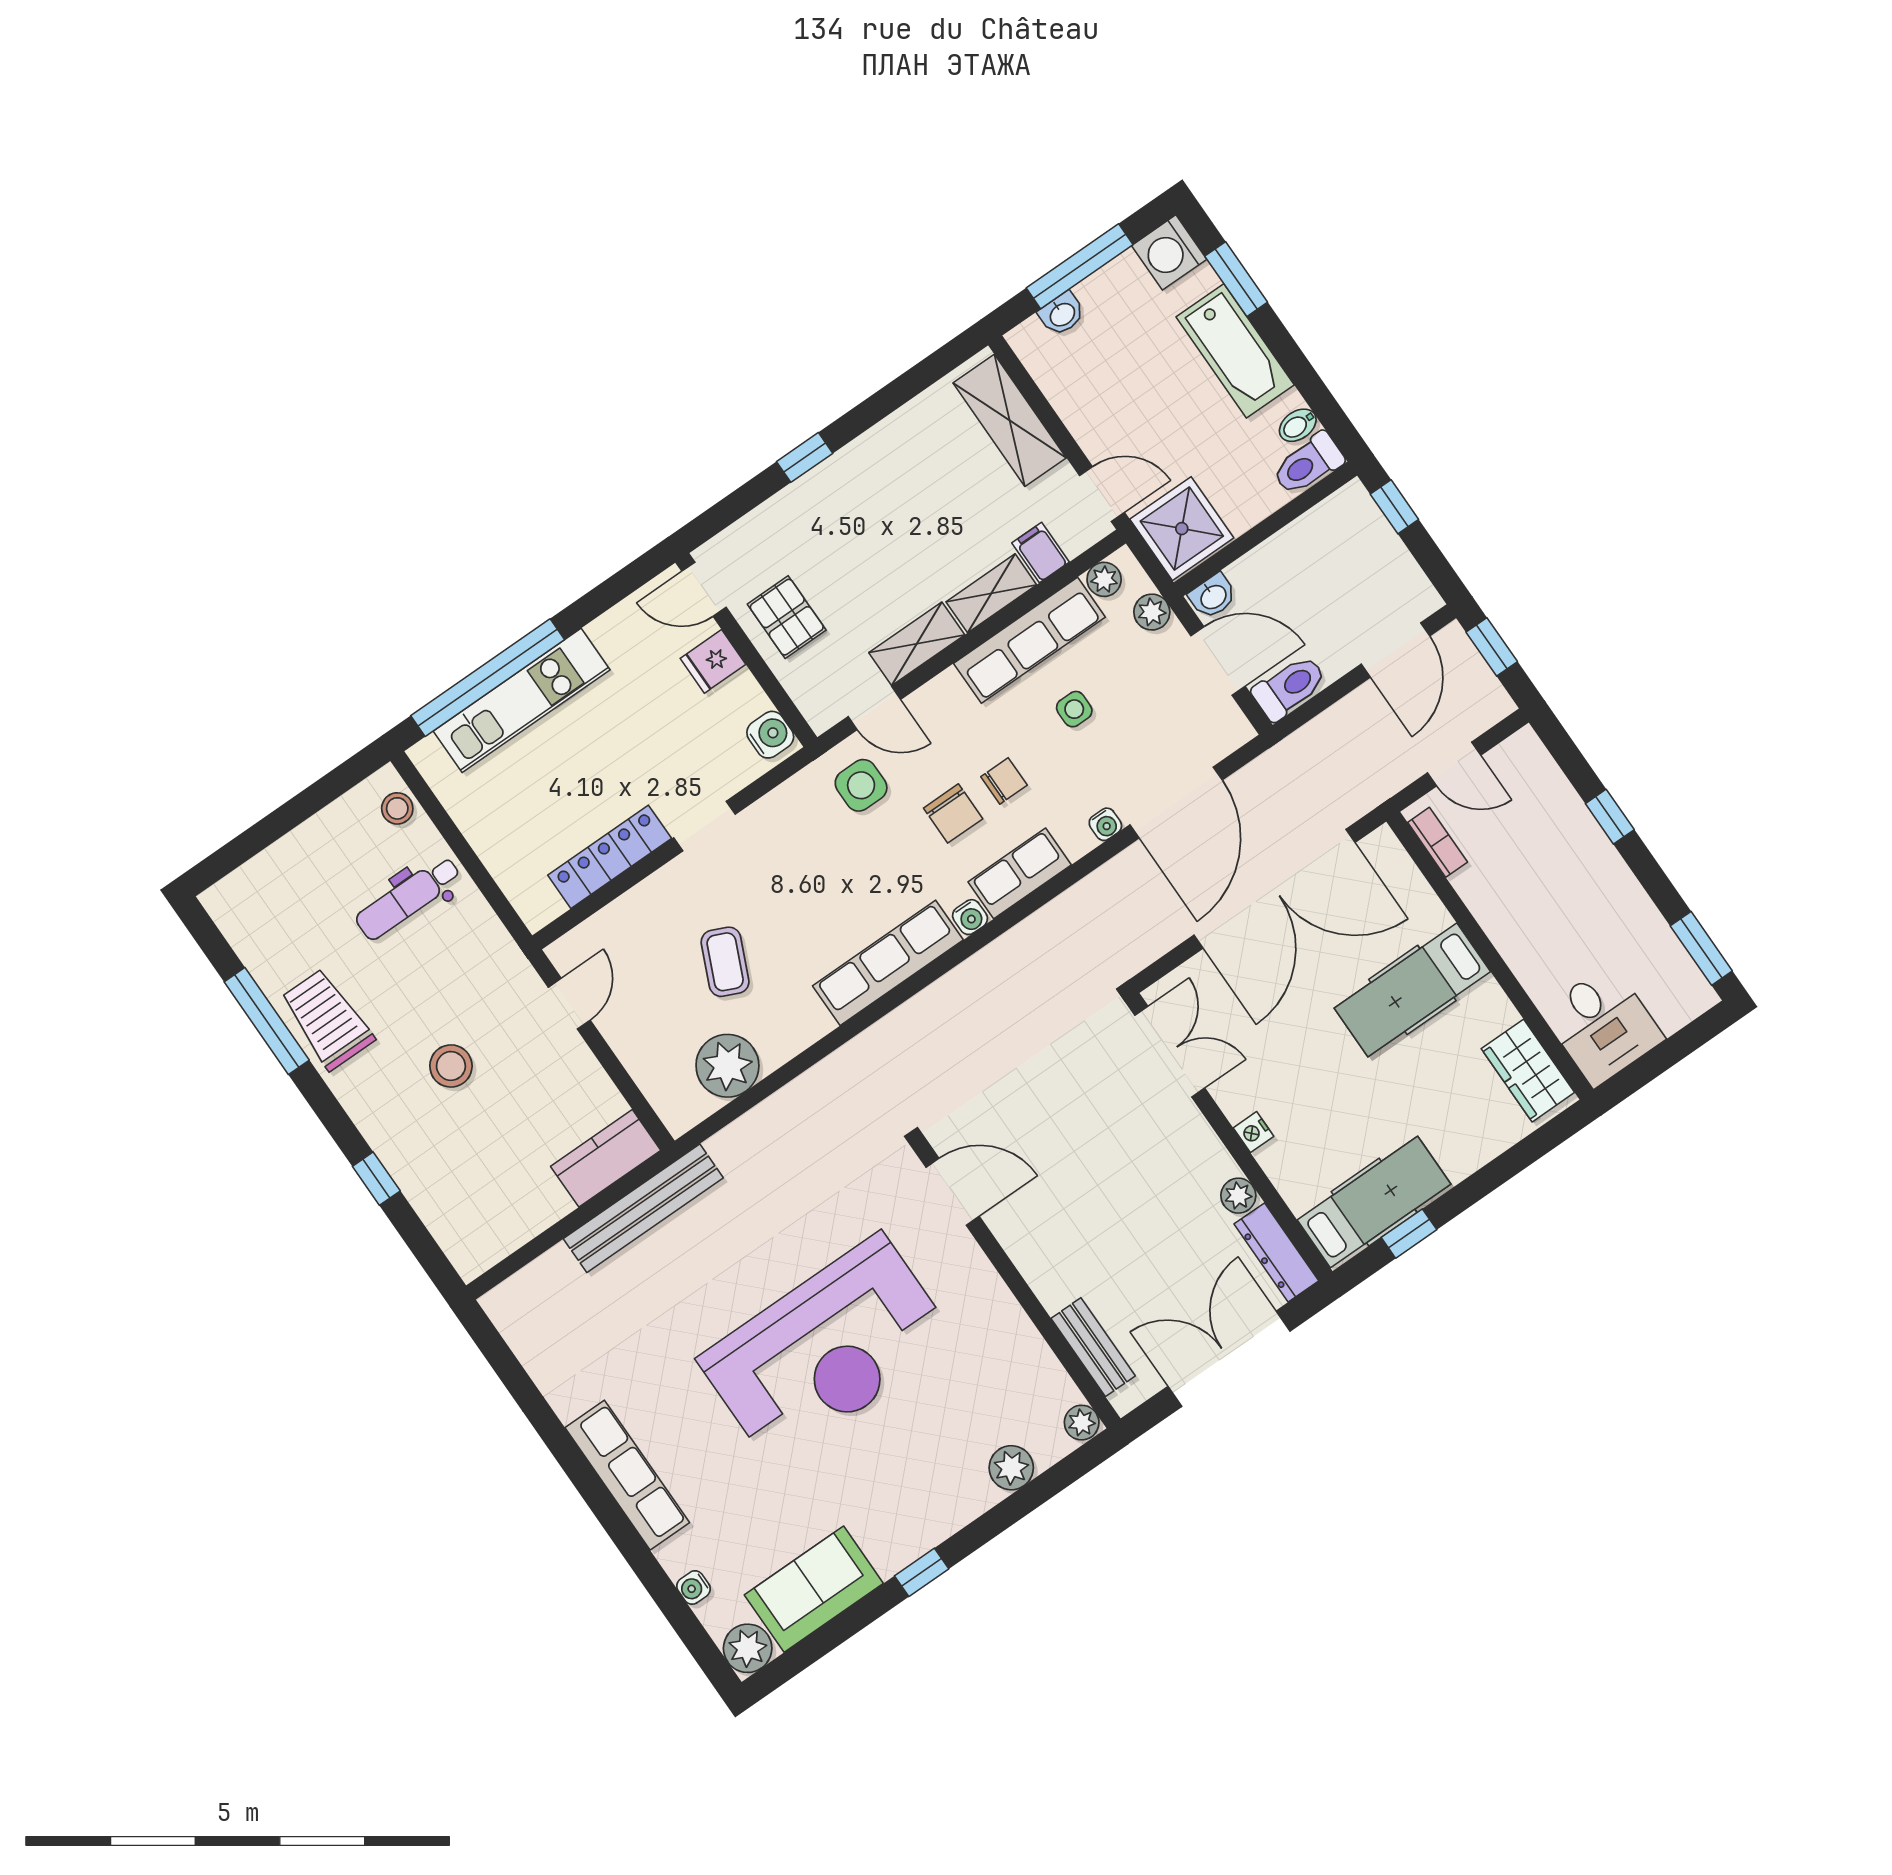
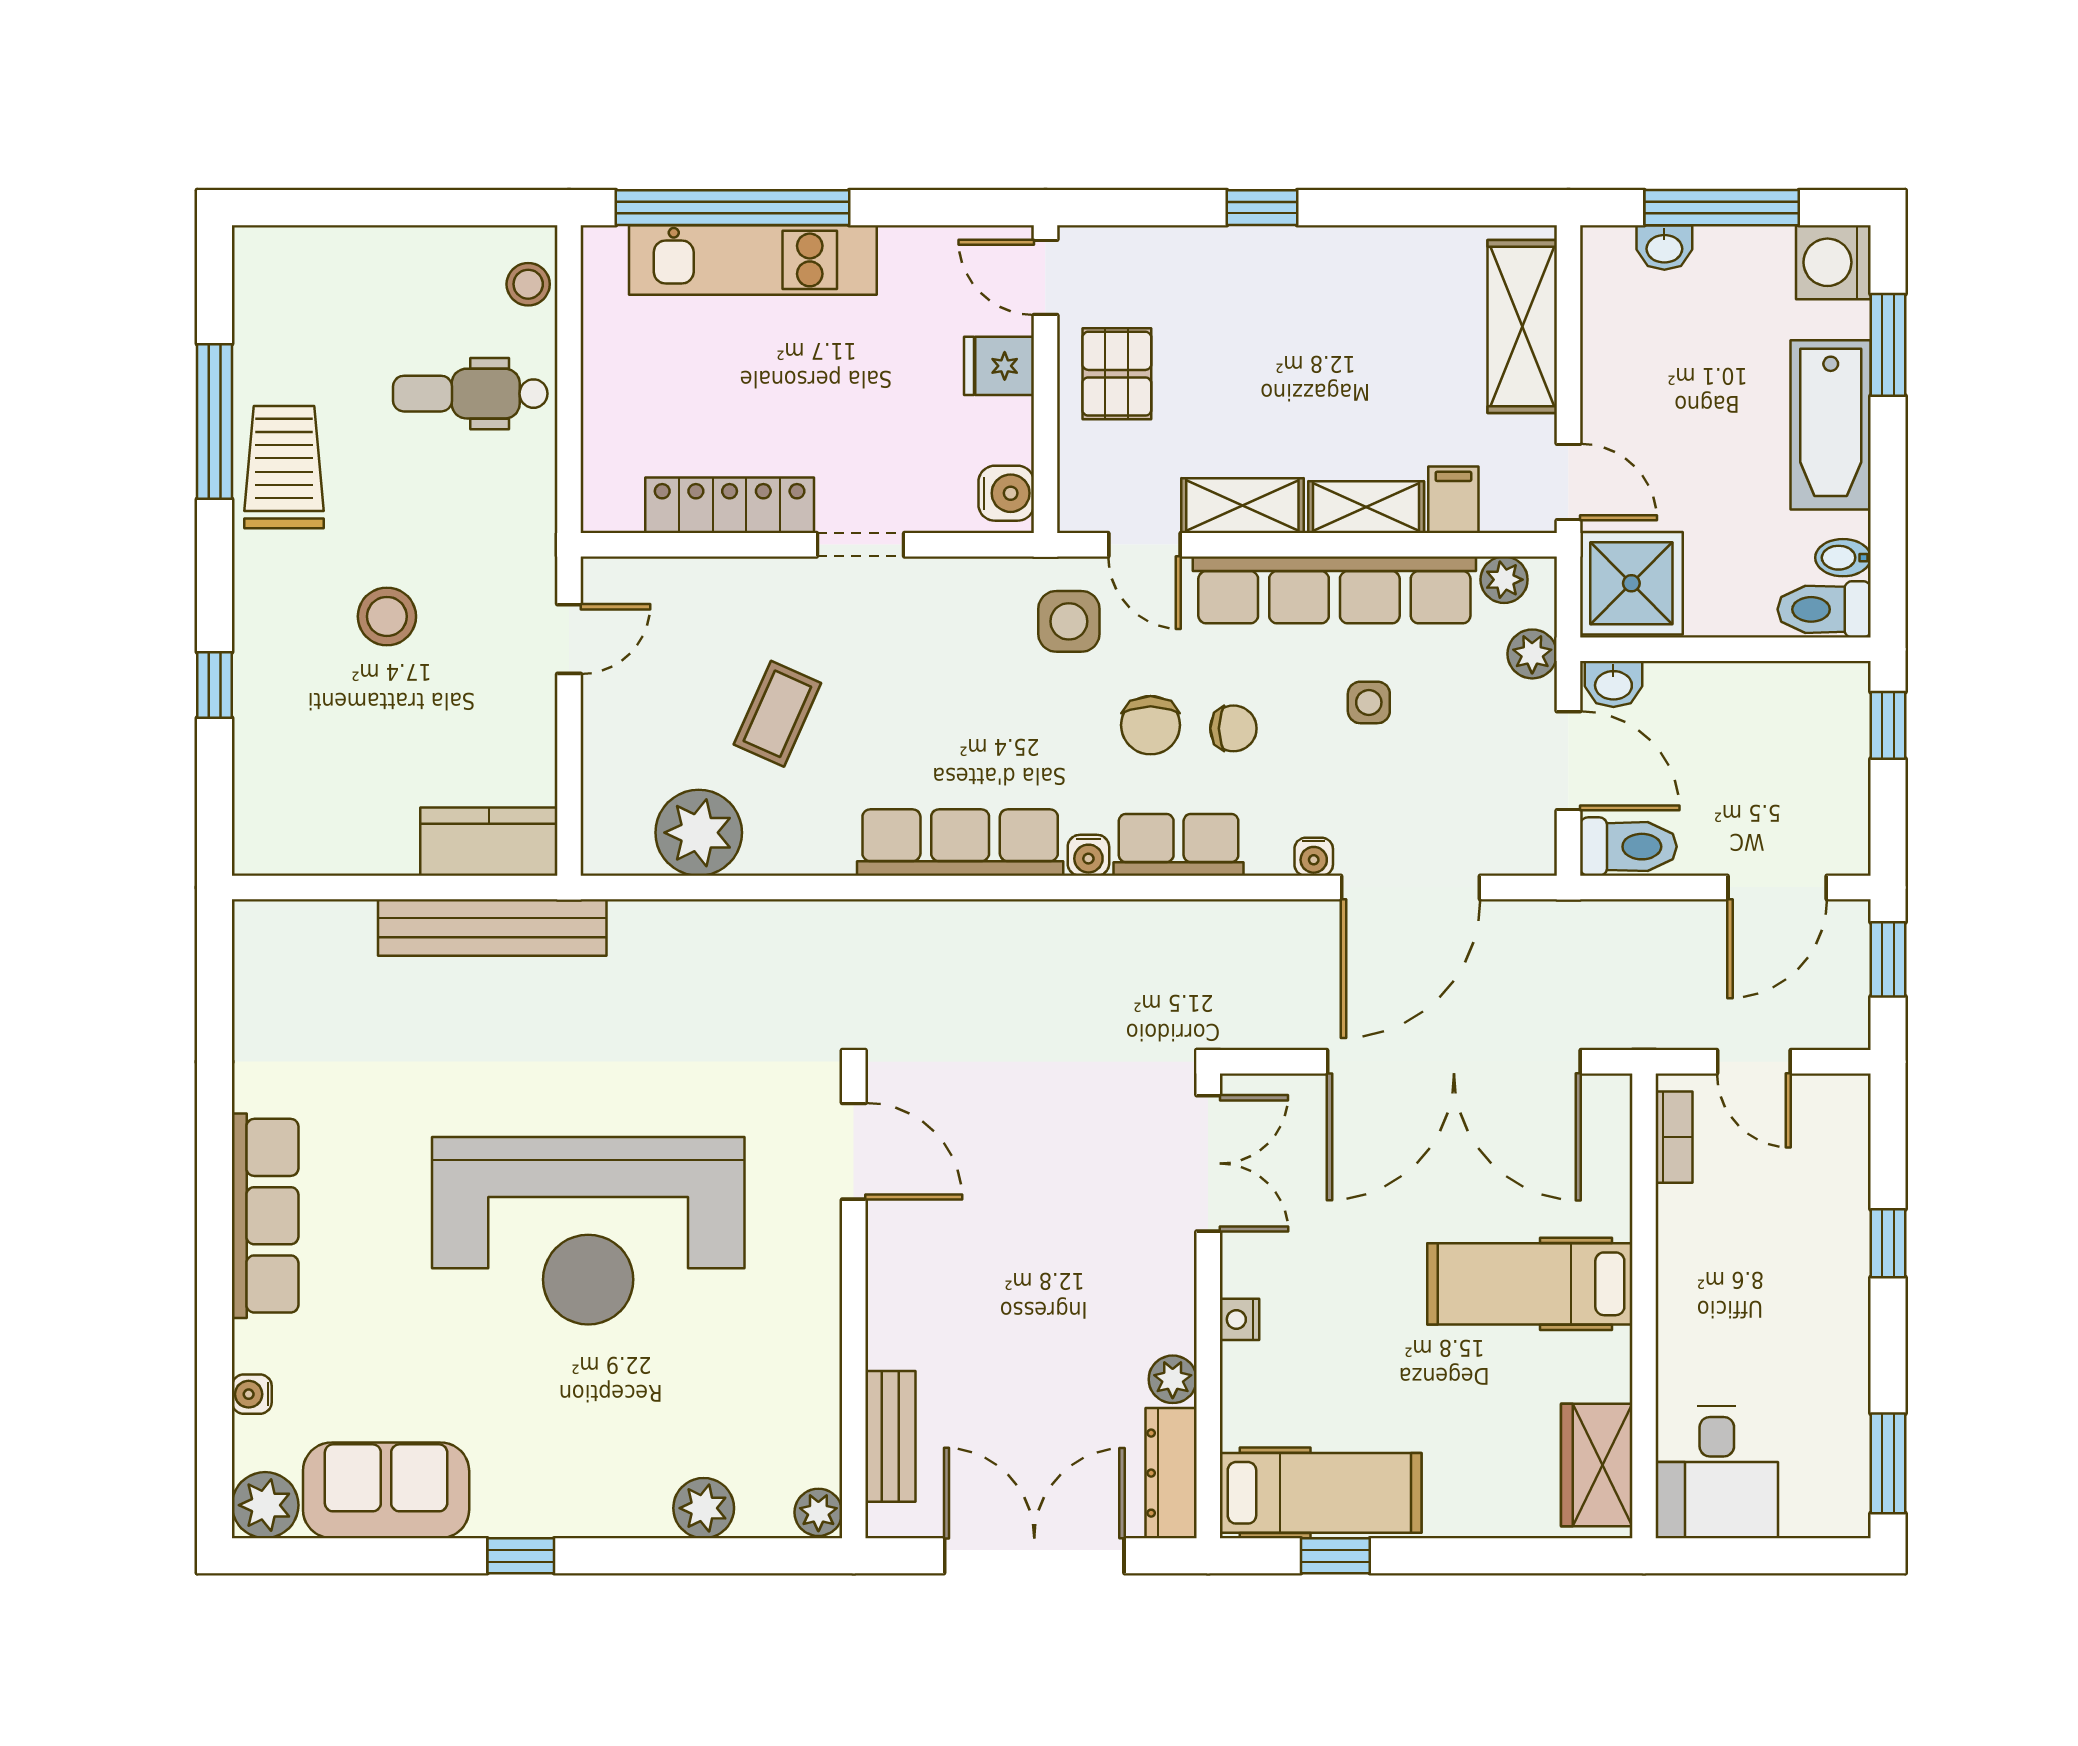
row of seats: (1029, 640) -> (1334, 590), width x1.36

